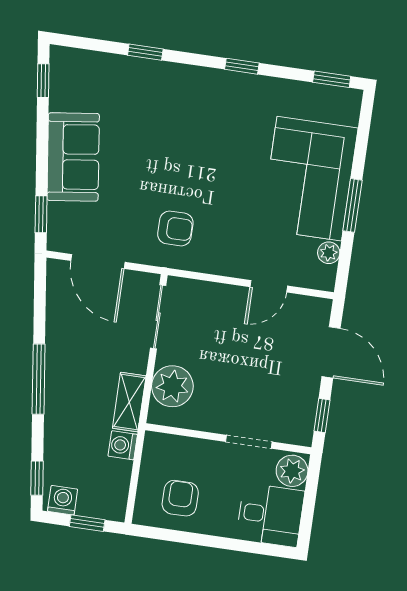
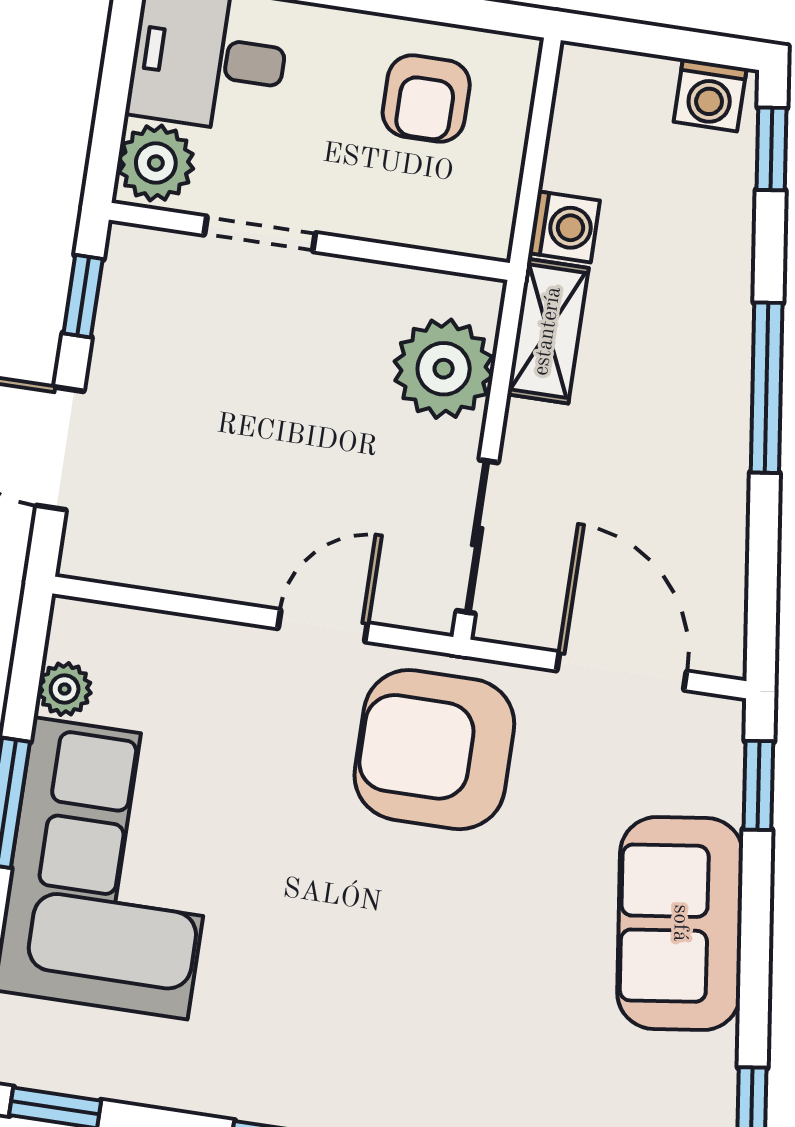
armchair: (175, 228) -> (434, 750), width x1.88, depth x1.88
door: (269, 286) -> (323, 626), moved
window: (87, 523) -> (651, 40), removed

